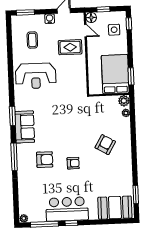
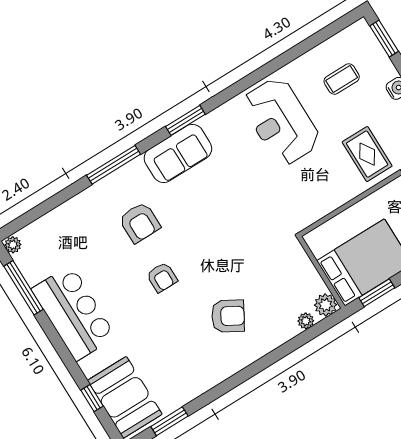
window: (71, 223) -> (92, 398), moved

